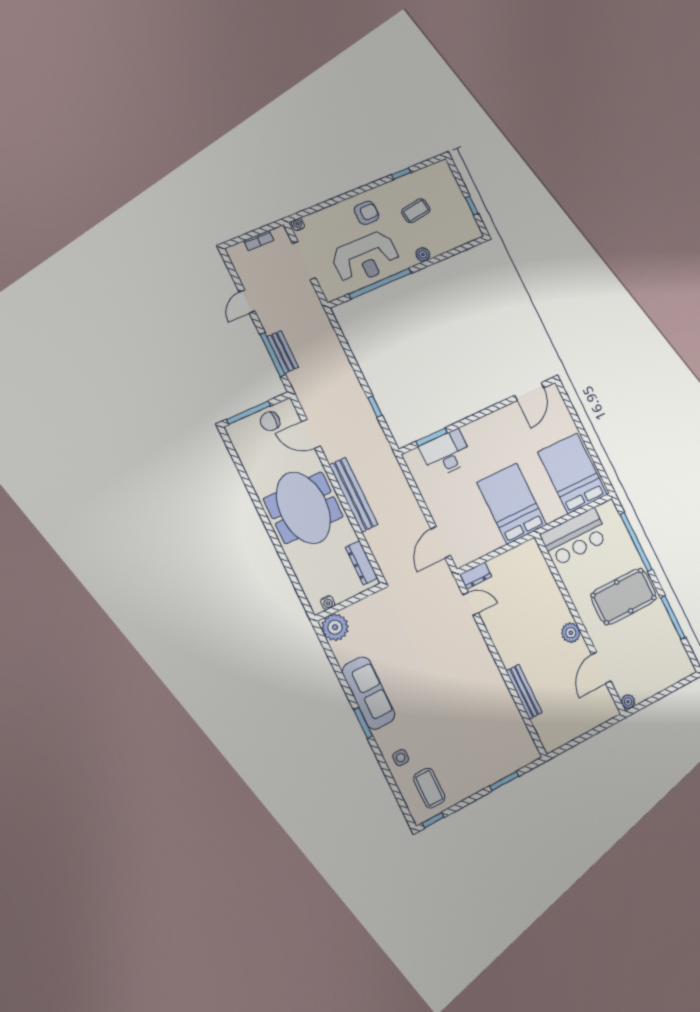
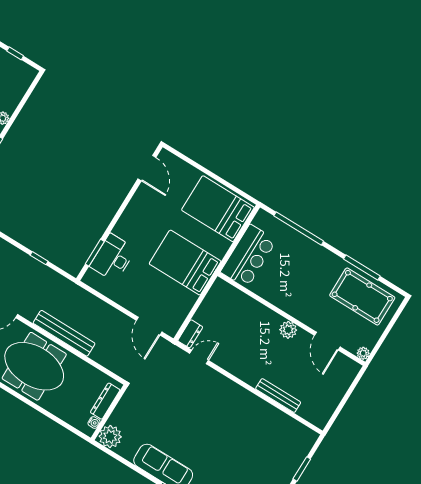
dresser: (361, 563) -> (105, 401), moved, turned 90
pool table: (624, 597) -> (362, 296), moved, turned 90

